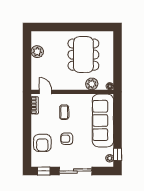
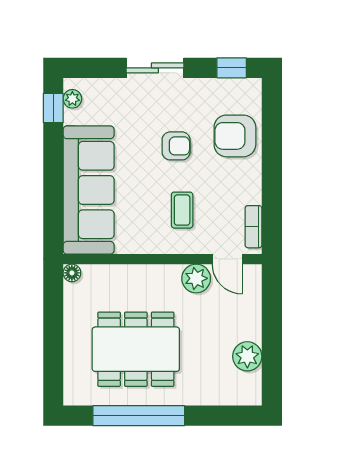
window: (82, 27) -> (139, 416), added
dining table: (83, 55) -> (136, 349), turned 90
plant: (92, 84) -> (196, 278), moved
armchair: (42, 143) -> (235, 136), turned -90
sliding door: (75, 171) -> (155, 68), width x0.73

